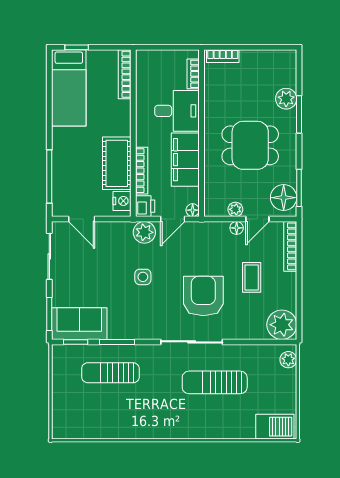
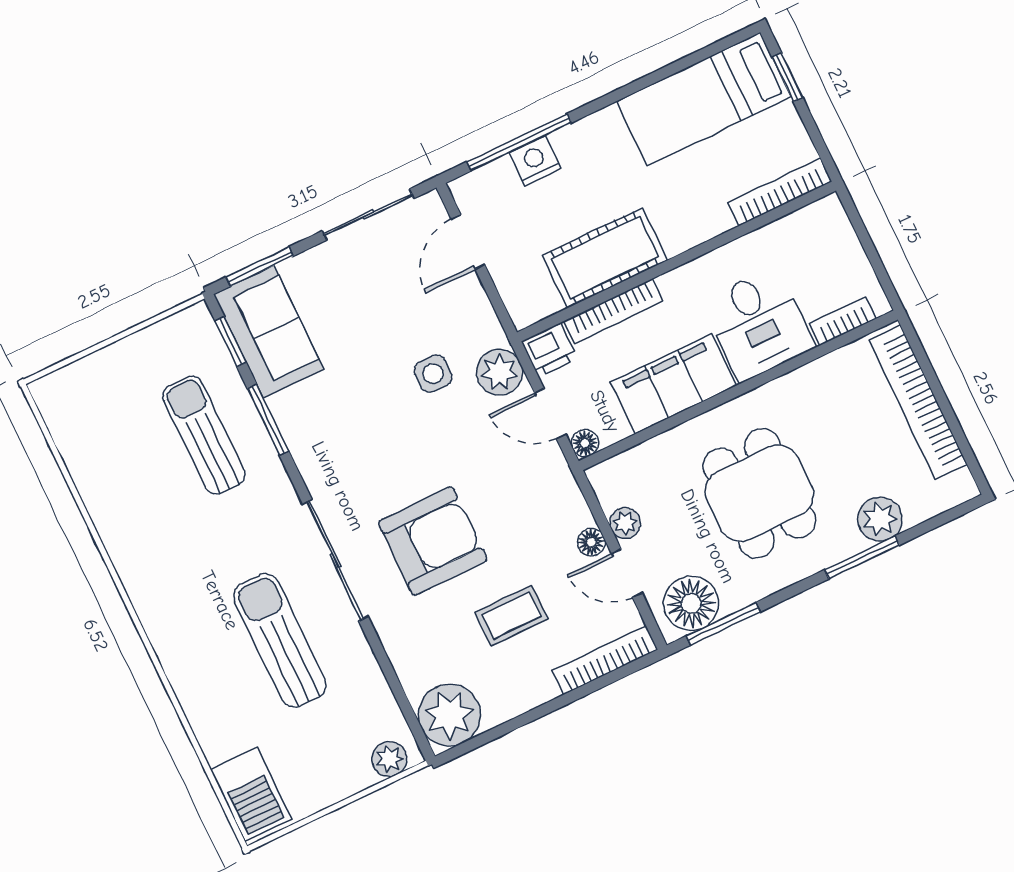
bookcase: (223, 56) -> (918, 402), width x2.31, depth x1.31
nightstand: (122, 201) -> (535, 161), moved, turned 180
side table: (143, 277) -> (433, 374), moved

